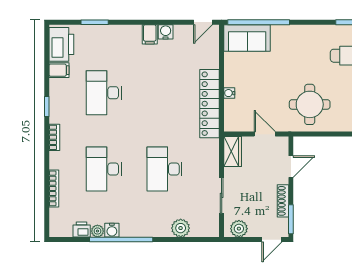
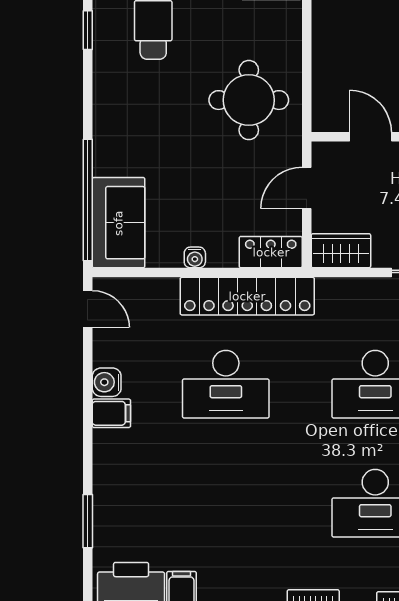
desk: (104, 93) -> (226, 384), moved
water cooler: (229, 93) -> (195, 257), moved
locker: (232, 116) -> (271, 252), added

